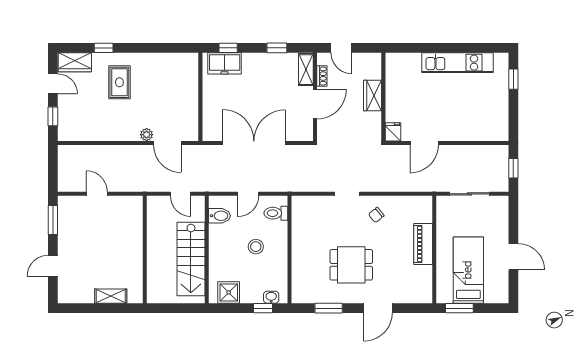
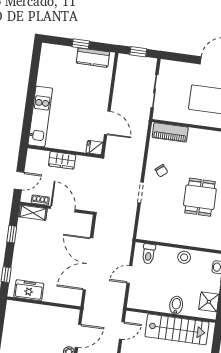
freezer: (225, 63) -> (29, 290), moved, turned -90
kitchen unit: (458, 63) -> (40, 116), moved
window: (513, 79) -> (81, 44), moved
kitchen counter: (499, 115) -> (93, 58), added
door: (248, 194) -> (129, 274), swing flipped
bidet: (219, 216) -> (176, 305), moved
piano: (423, 244) -> (170, 132), moved
stool: (256, 247) -> (184, 257), moved

